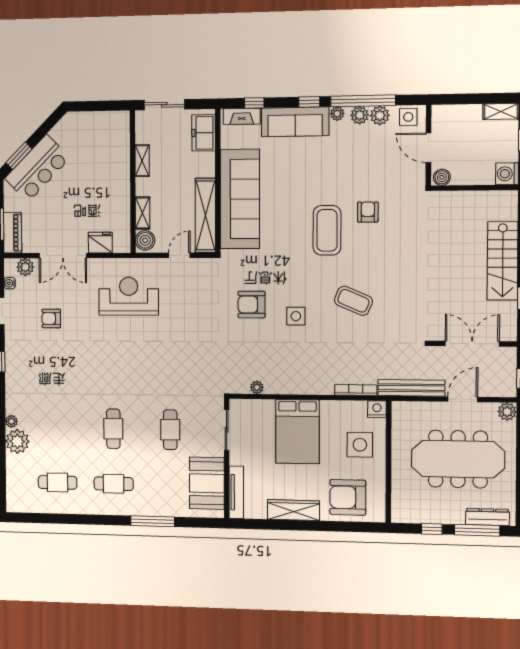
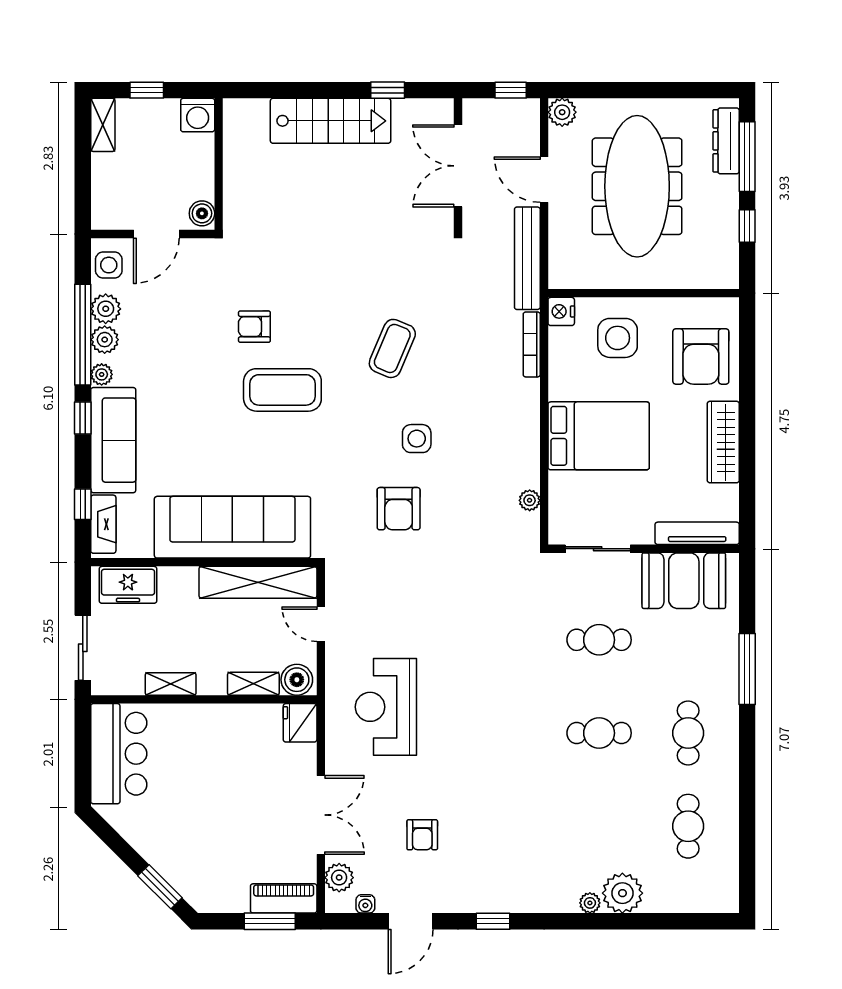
bar counter: (37, 168) -> (119, 754), moved, turned 45
fridge: (100, 243) -> (300, 723), moved

